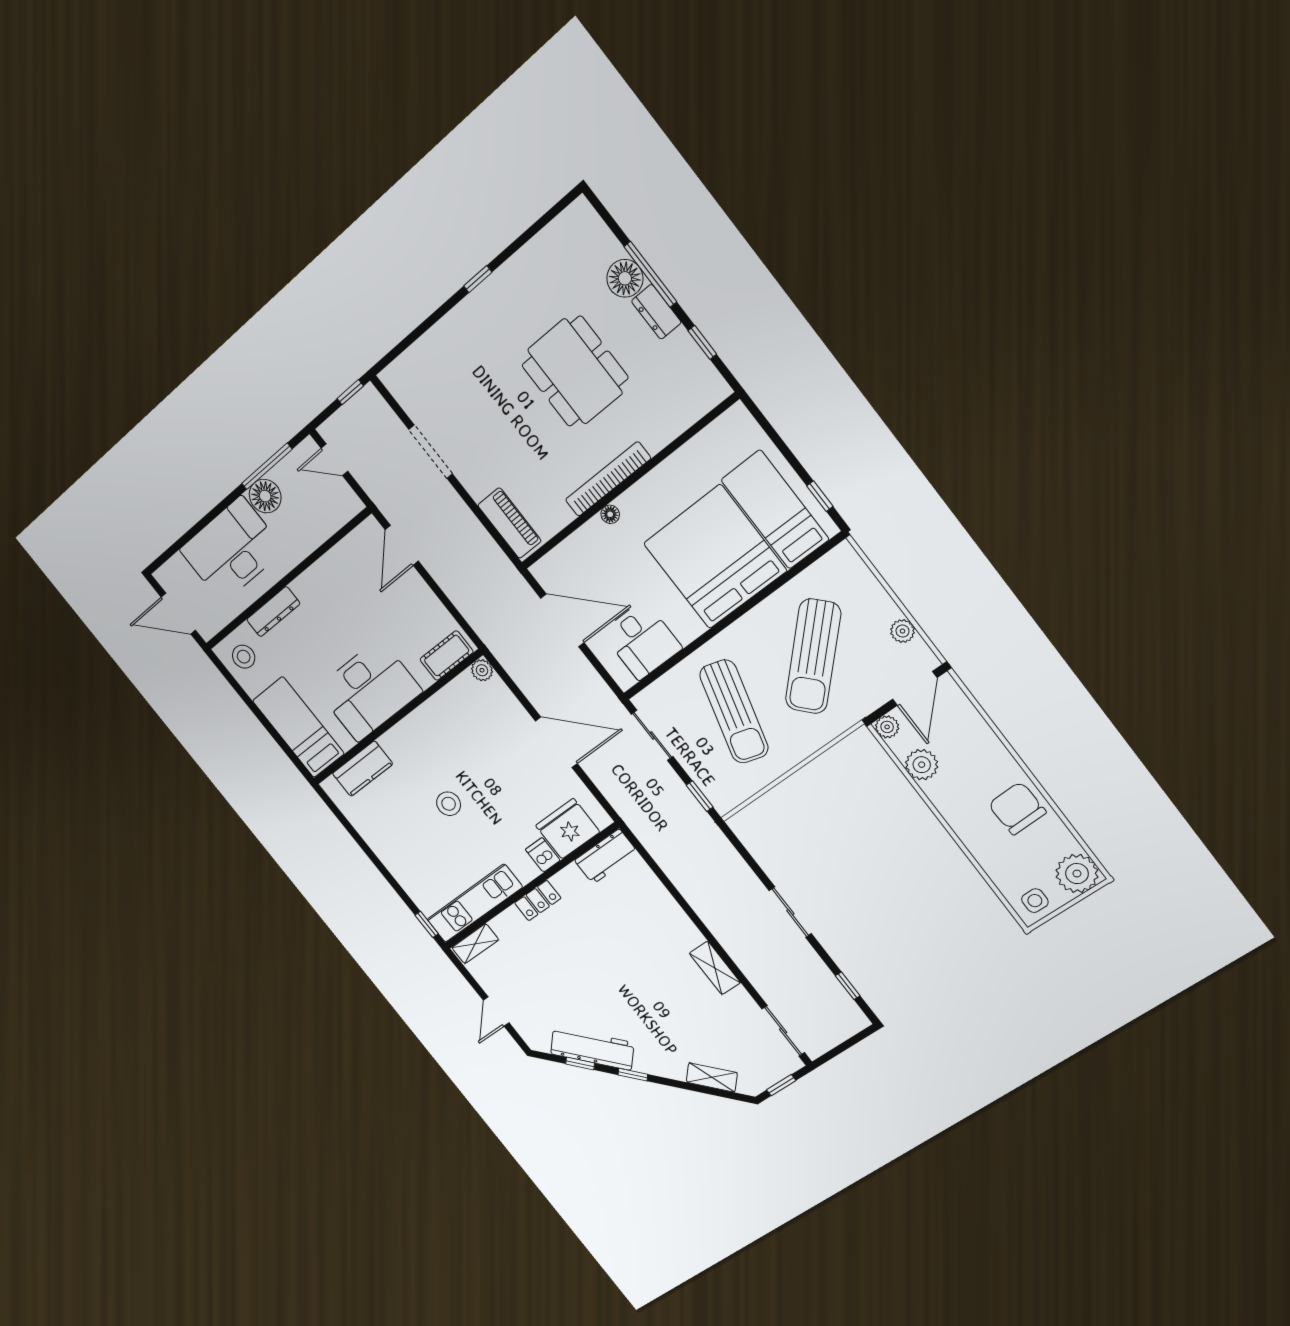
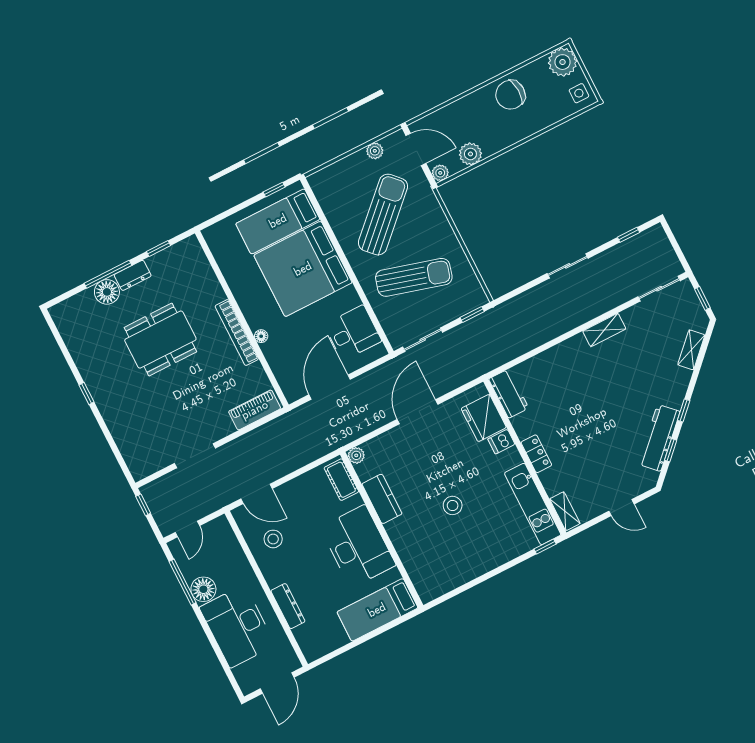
sun lounger: (813, 656) -> (383, 215), turned -90
stool: (244, 657) -> (273, 539), moved
kitchen counter: (363, 769) -> (382, 499), moved

